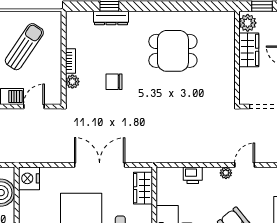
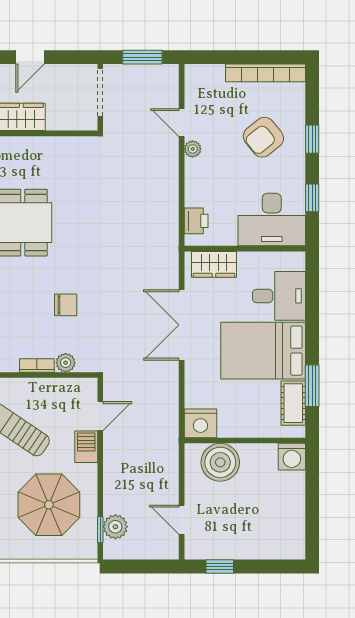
chair: (114, 82) -> (66, 305), turned -90
door: (34, 107) -> (100, 416), swing flipped
printer: (193, 175) -> (196, 221), moved

